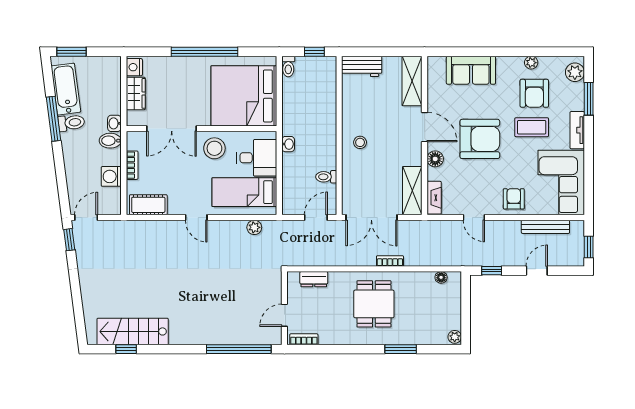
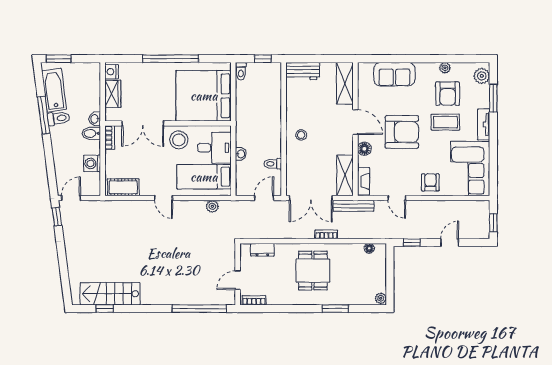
washbasin: (288, 144) -> (241, 154), moved
bookcase: (132, 165) -> (110, 138), moved
bench: (545, 227) -> (354, 206), moved

